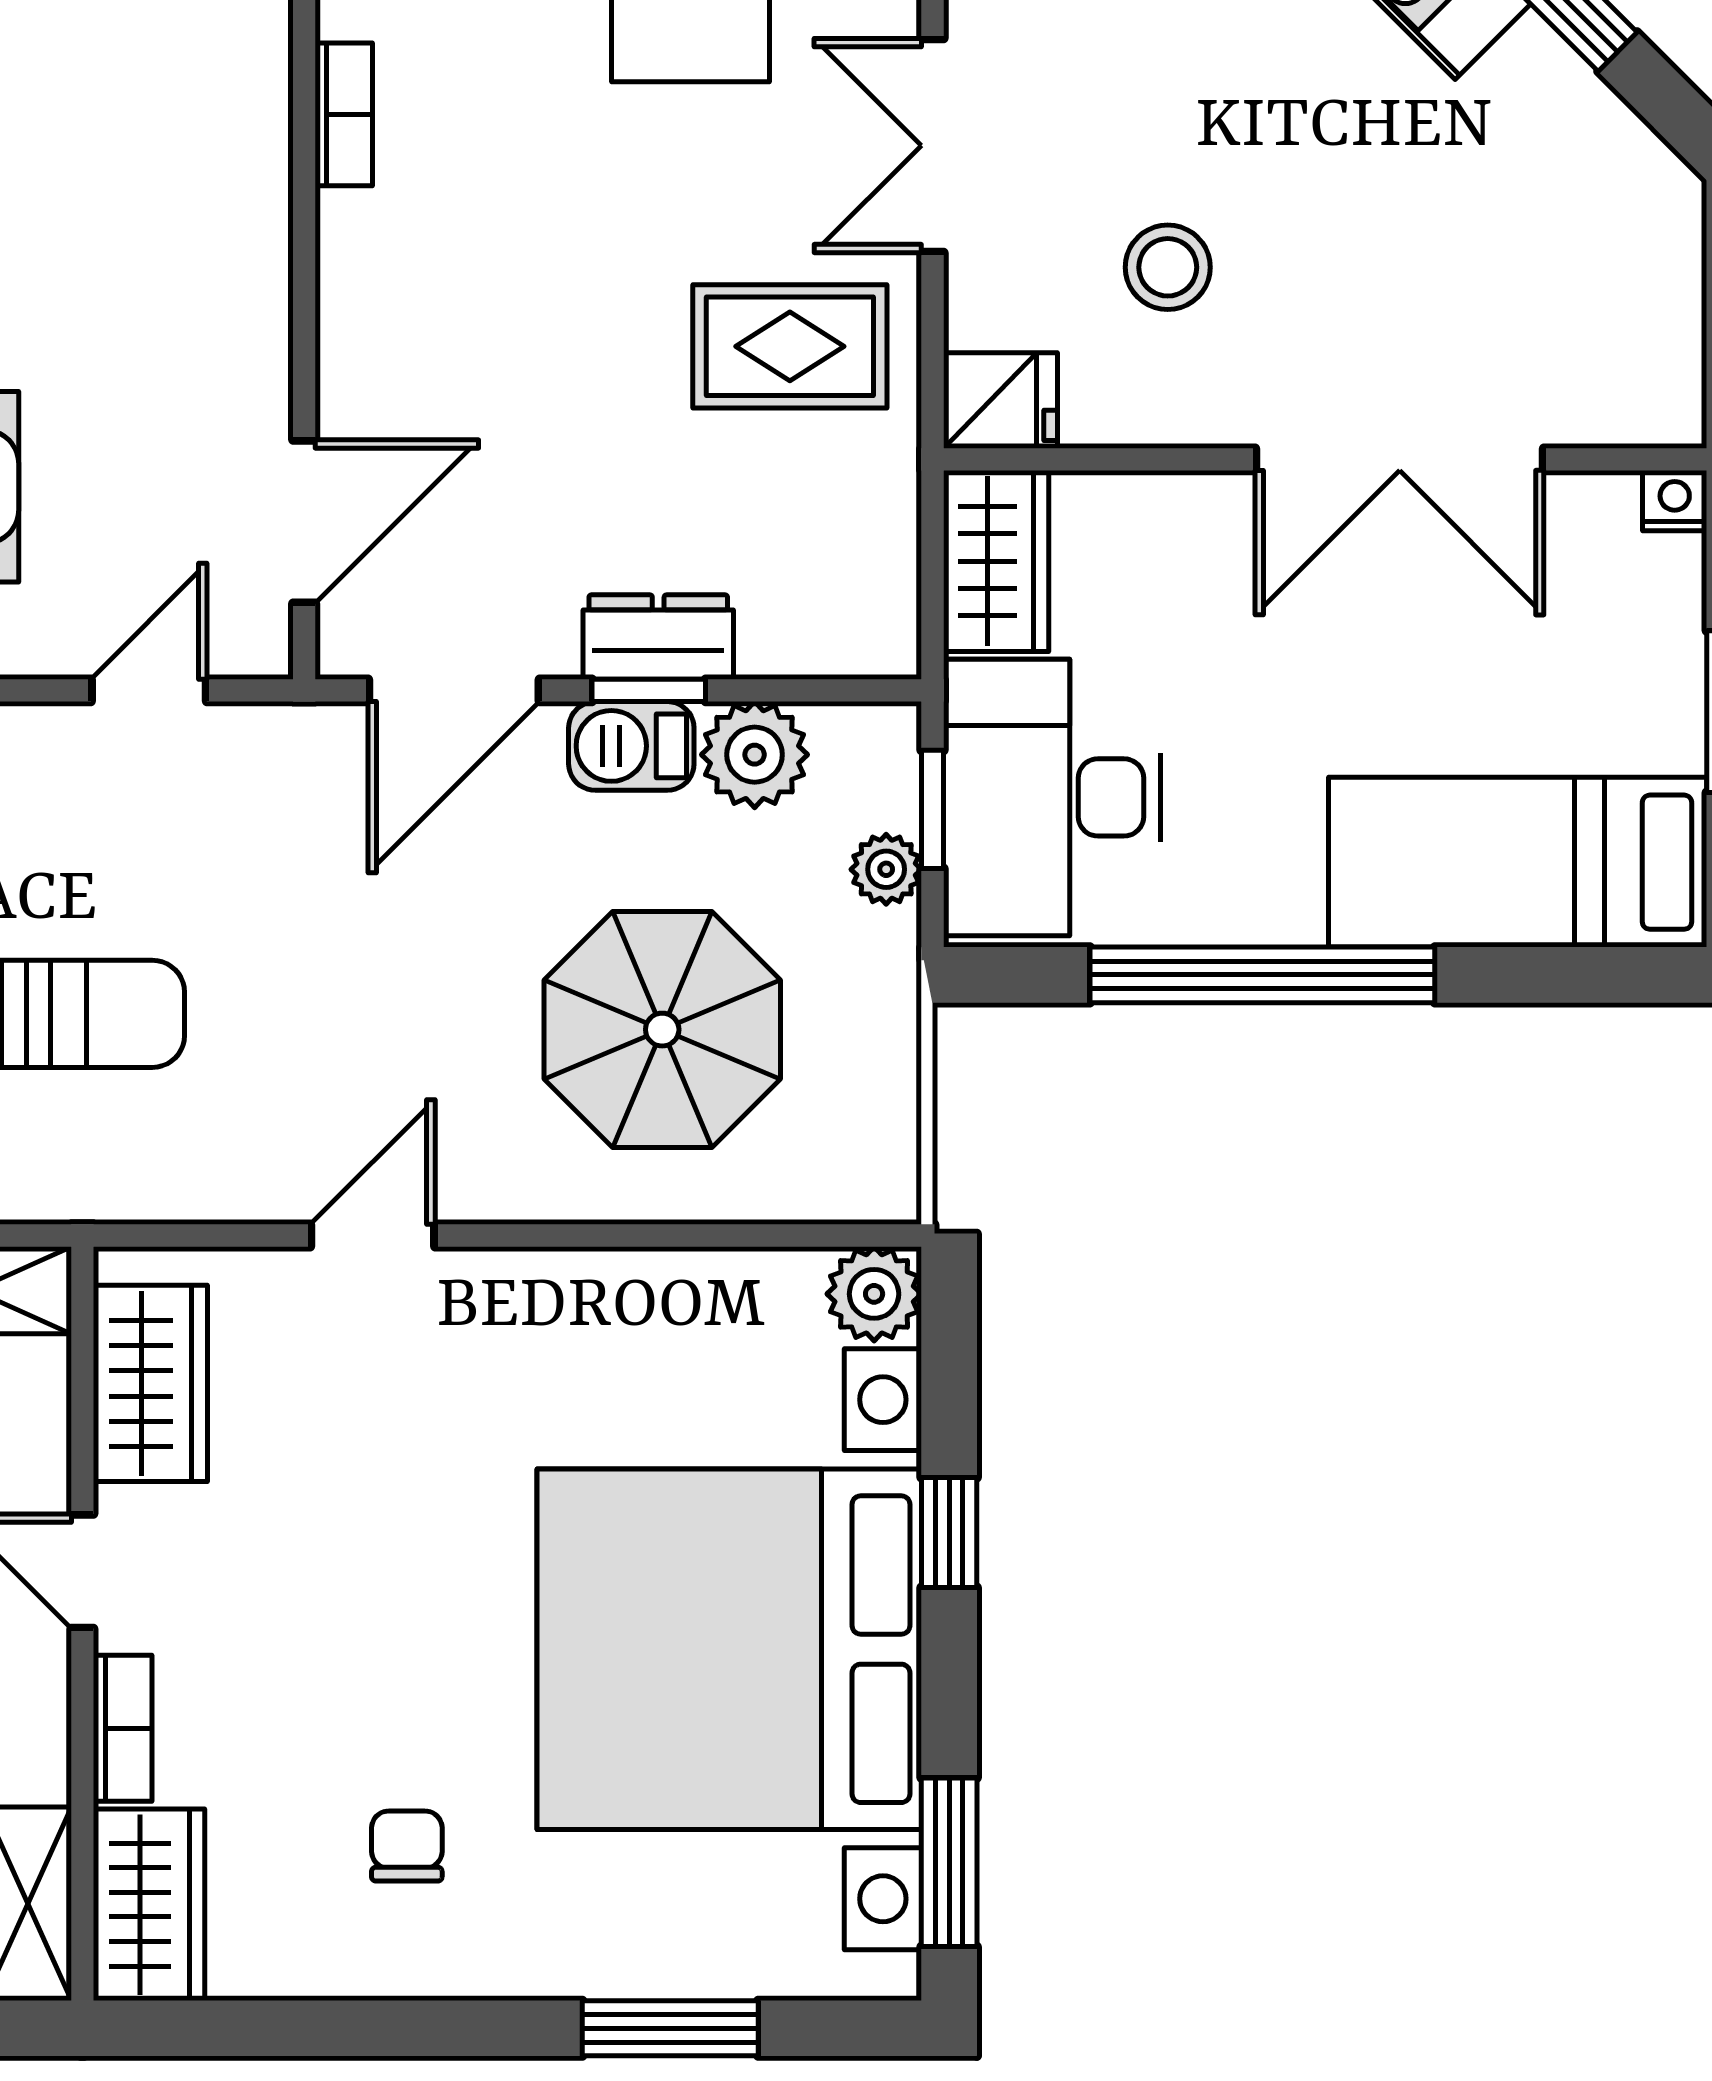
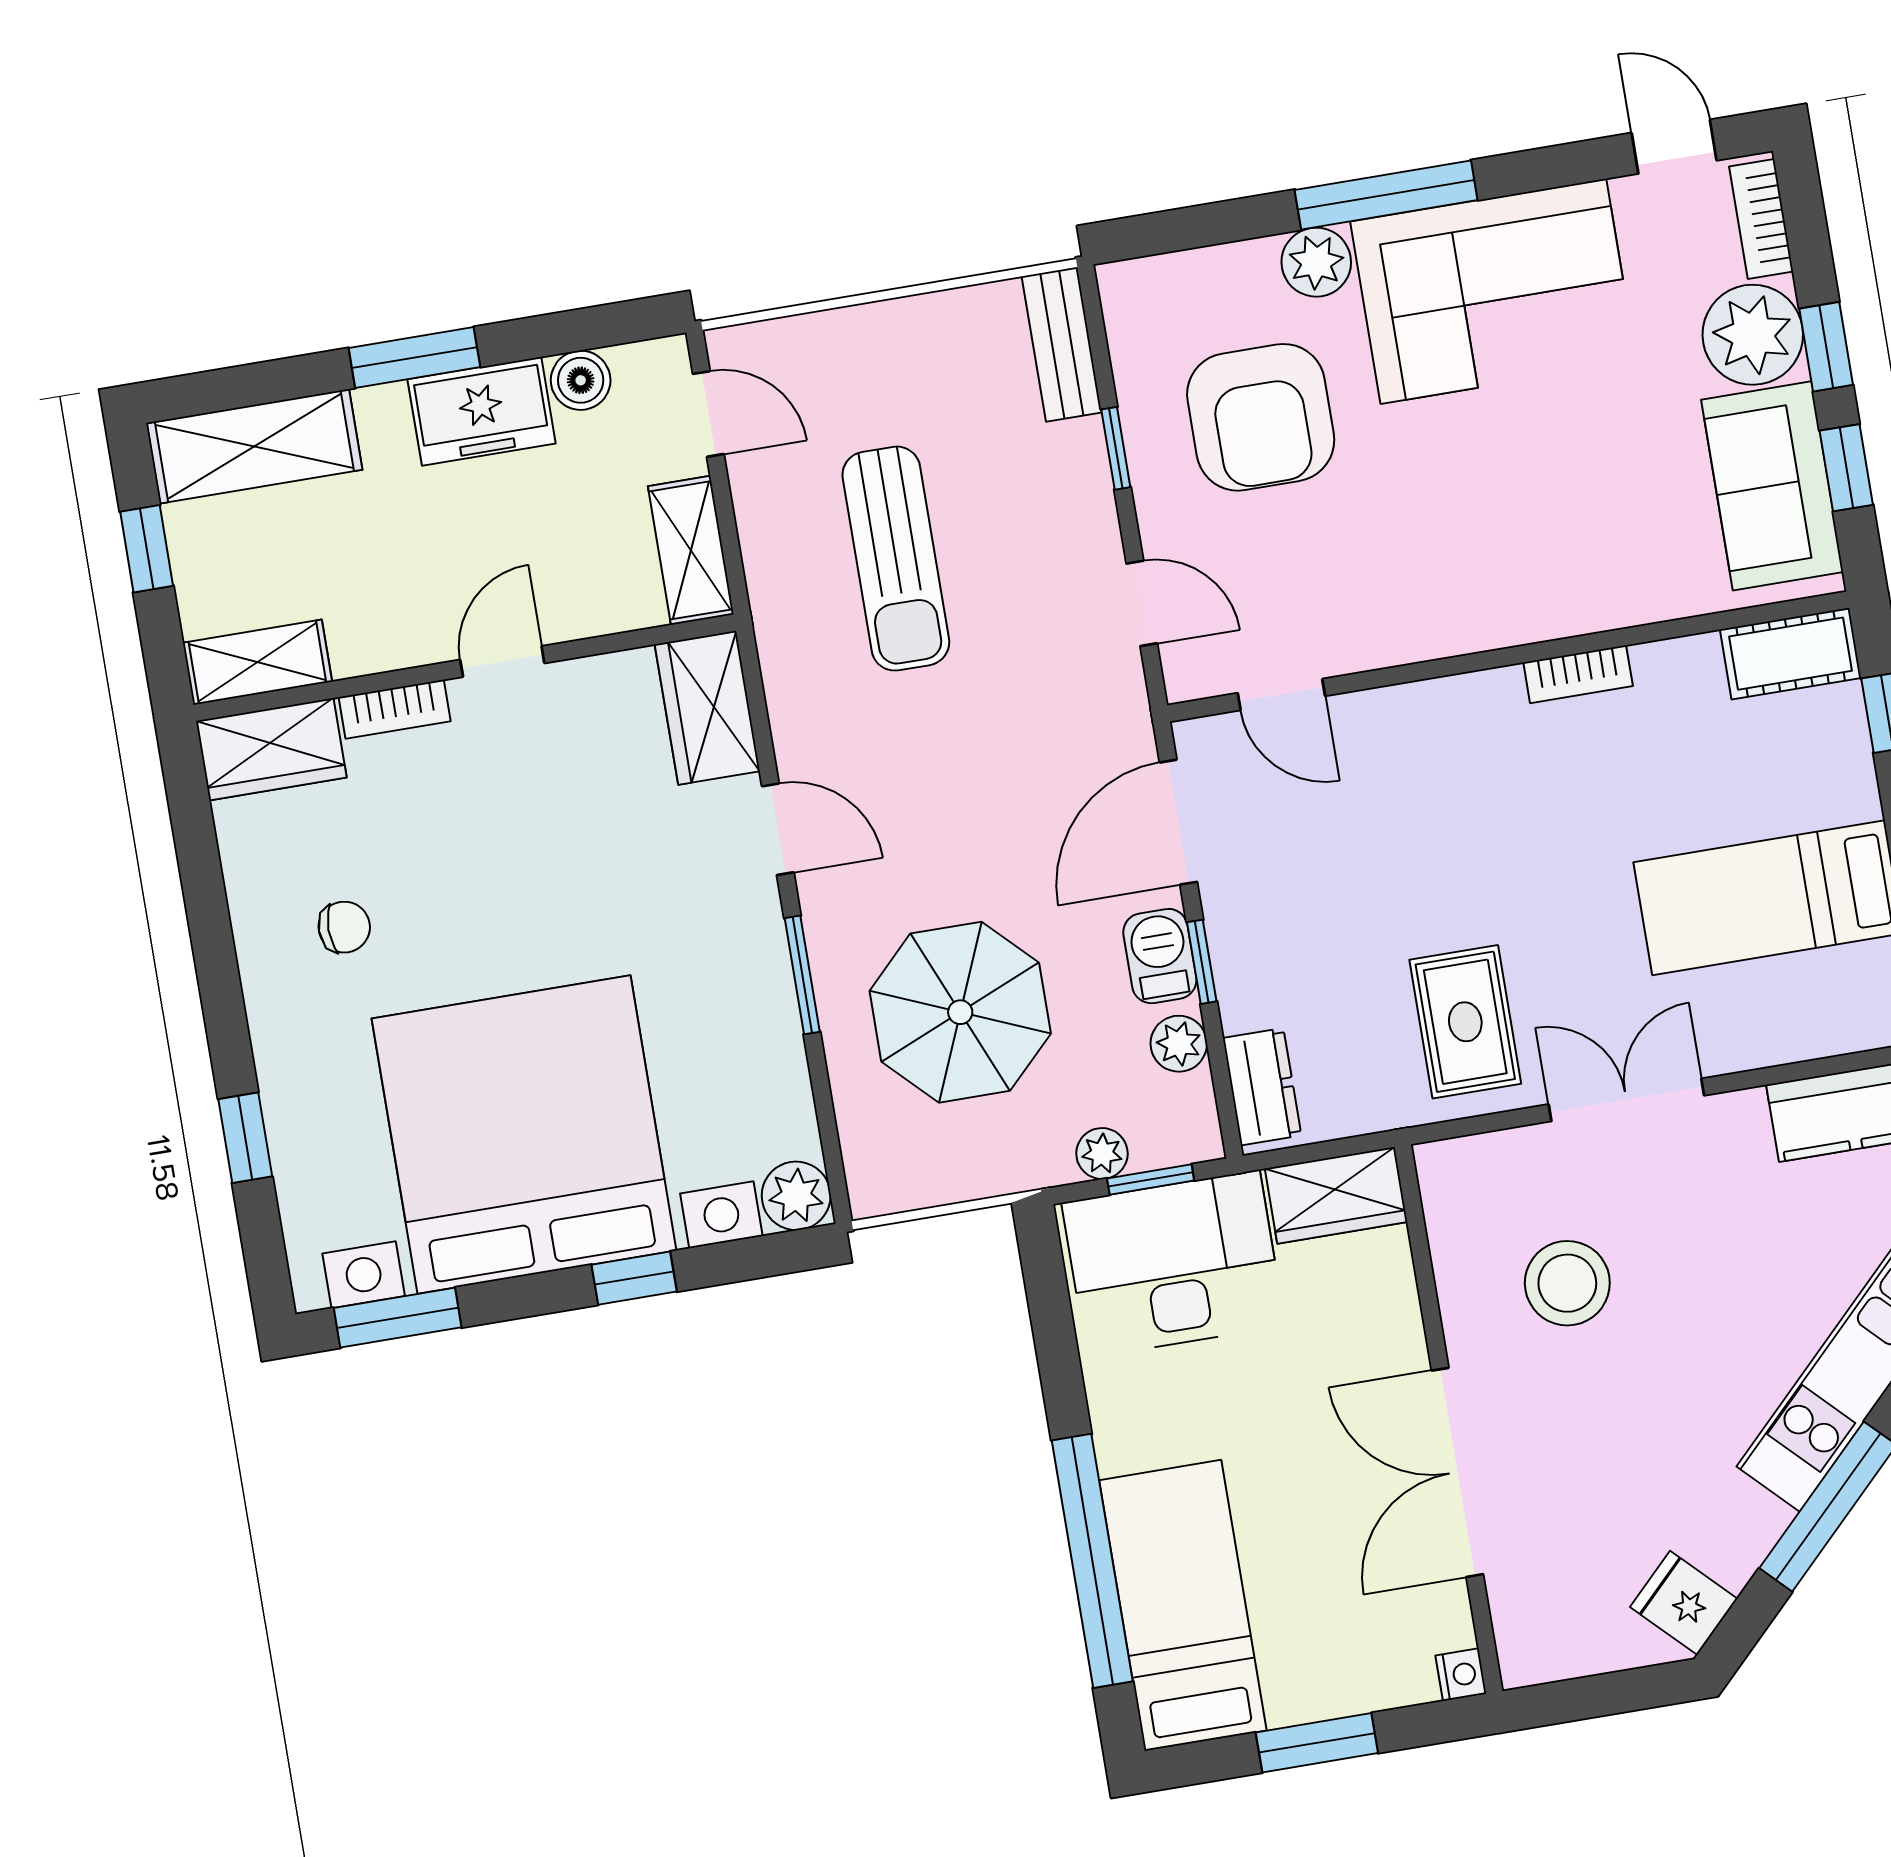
stool: (1168, 267) -> (1567, 1283), width x1.38, depth x1.38
fridge: (1000, 400) -> (1684, 1603), moved, turned 135
door: (304, 522) -> (1281, 695), width x0.73
dresser: (658, 637) -> (1262, 1087), moved
door: (454, 690) -> (1178, 822), hinge flipped
plant: (755, 755) -> (1179, 1044), width x0.73, depth x0.73
window: (1262, 975) -> (1092, 1561), moved
window: (576, 1235) -> (802, 975), added
wardrobe: (150, 1383) -> (707, 708), moved, turned 90
window: (670, 2028) -> (245, 1138), width x0.67

